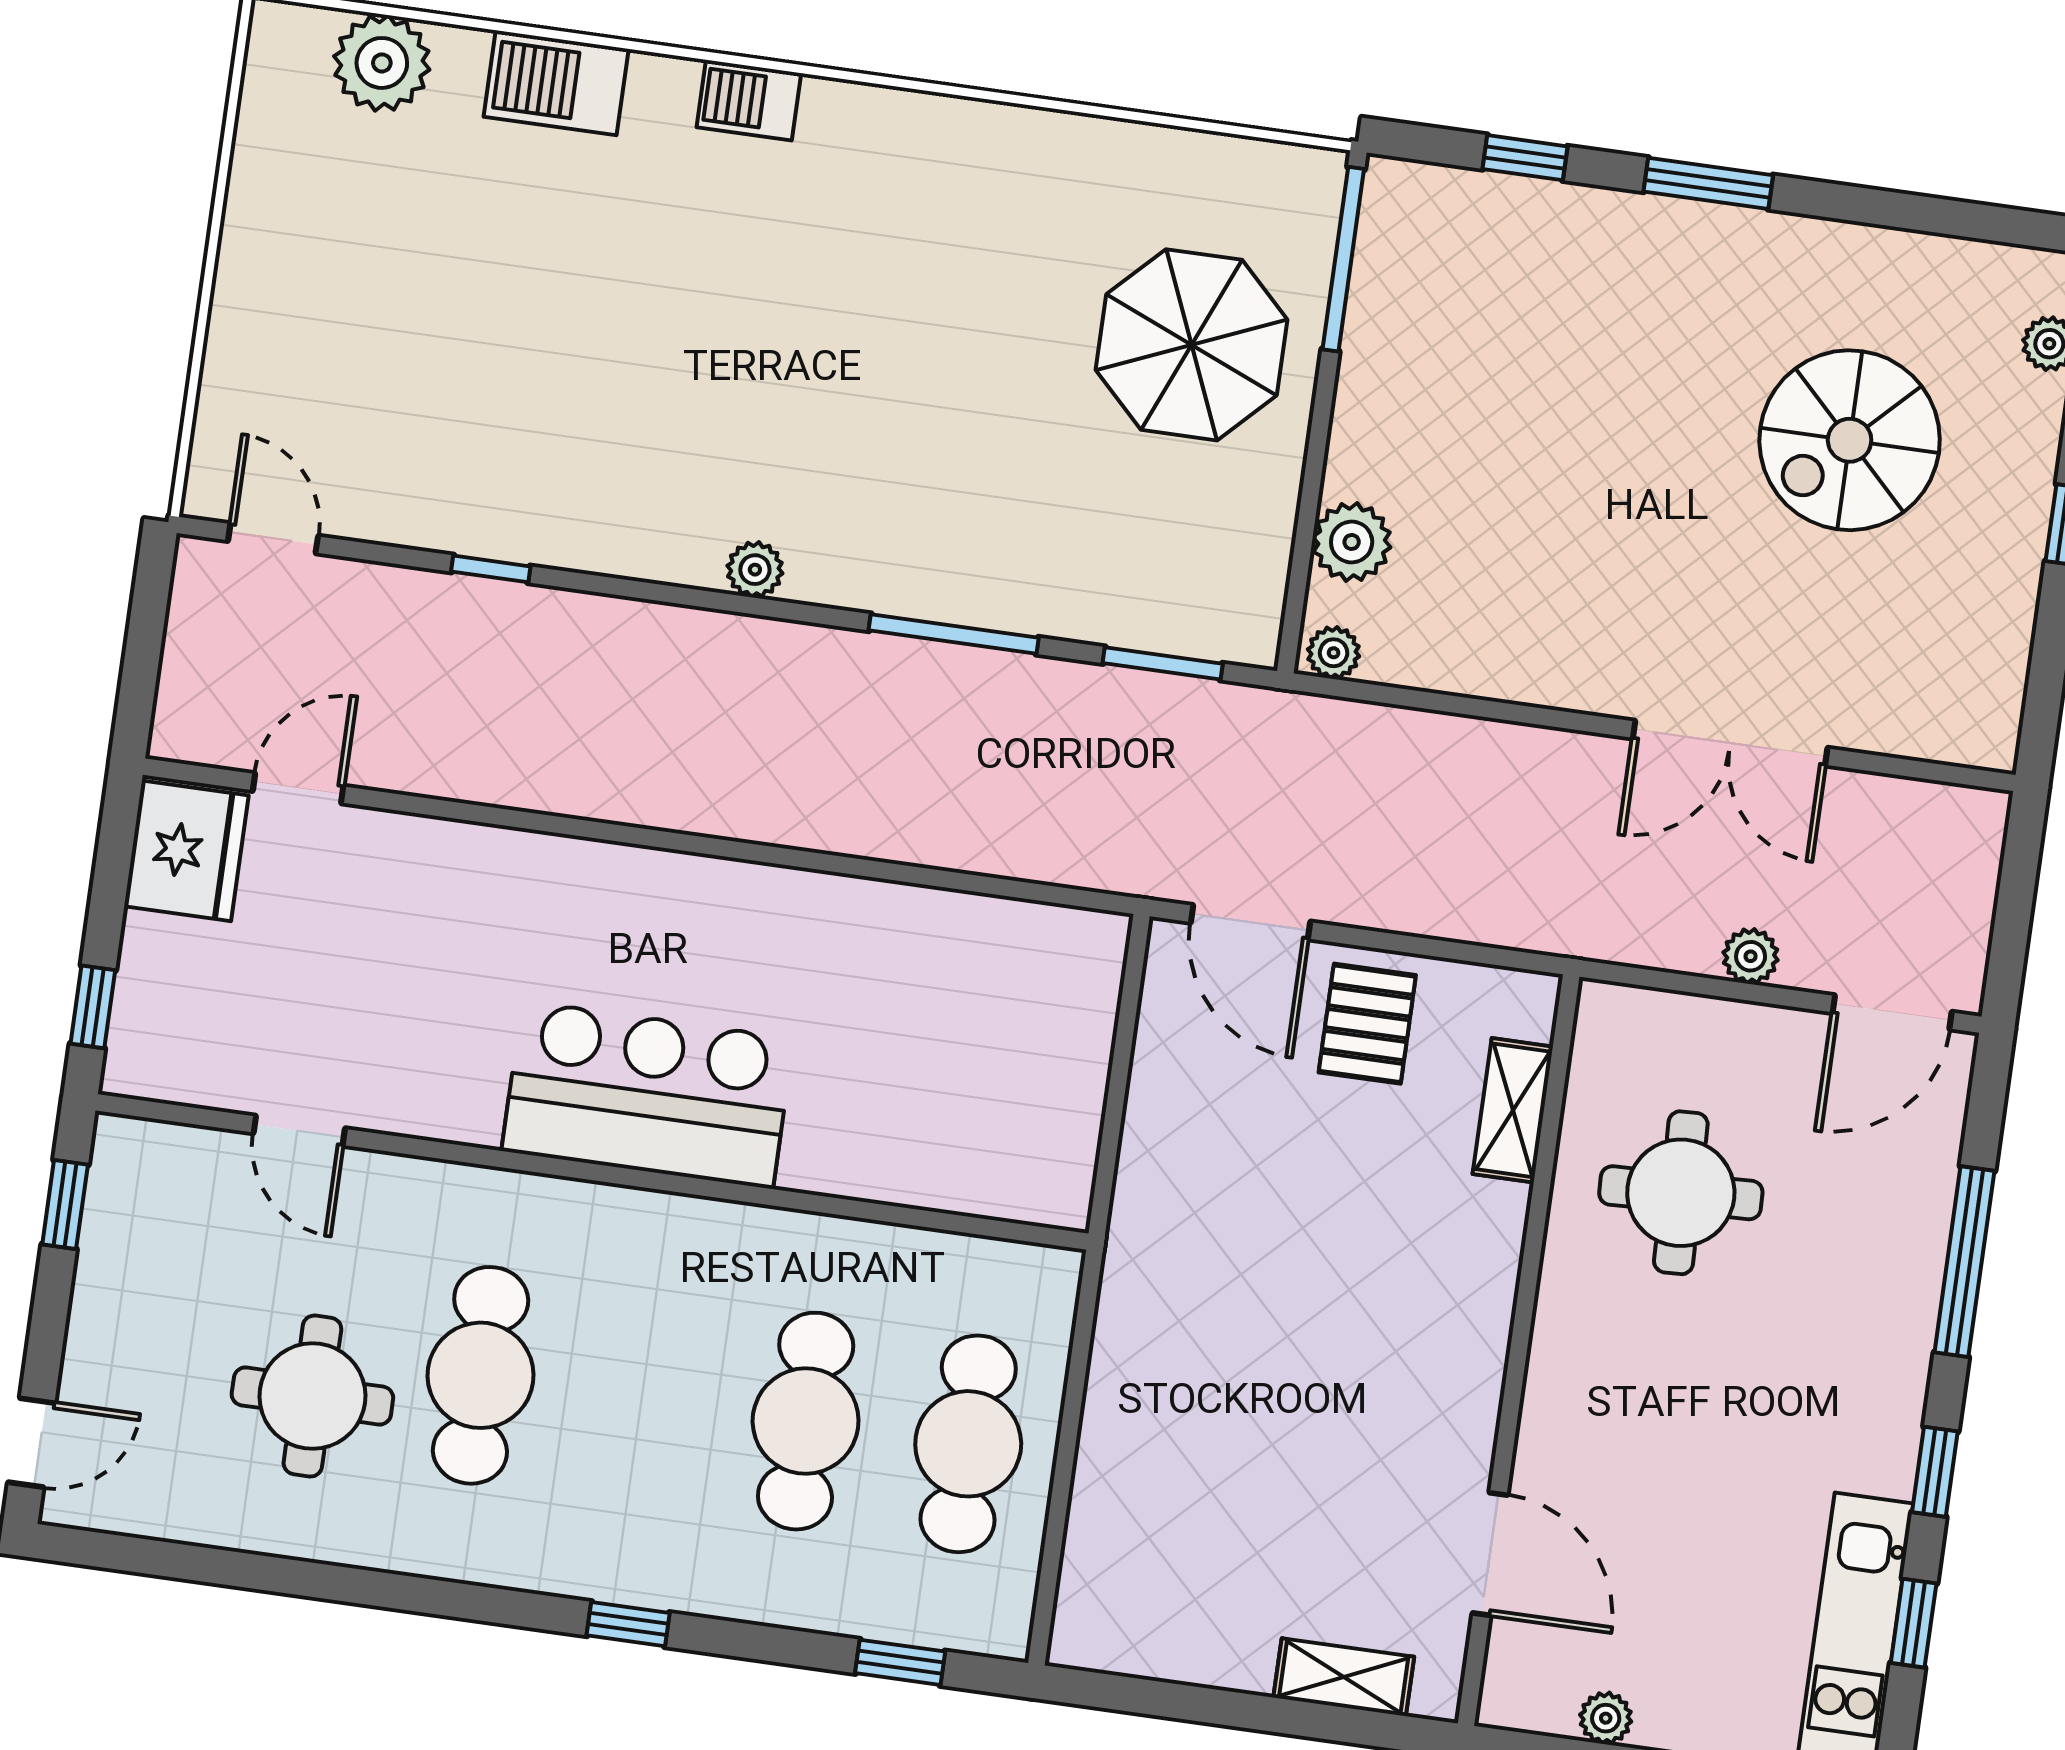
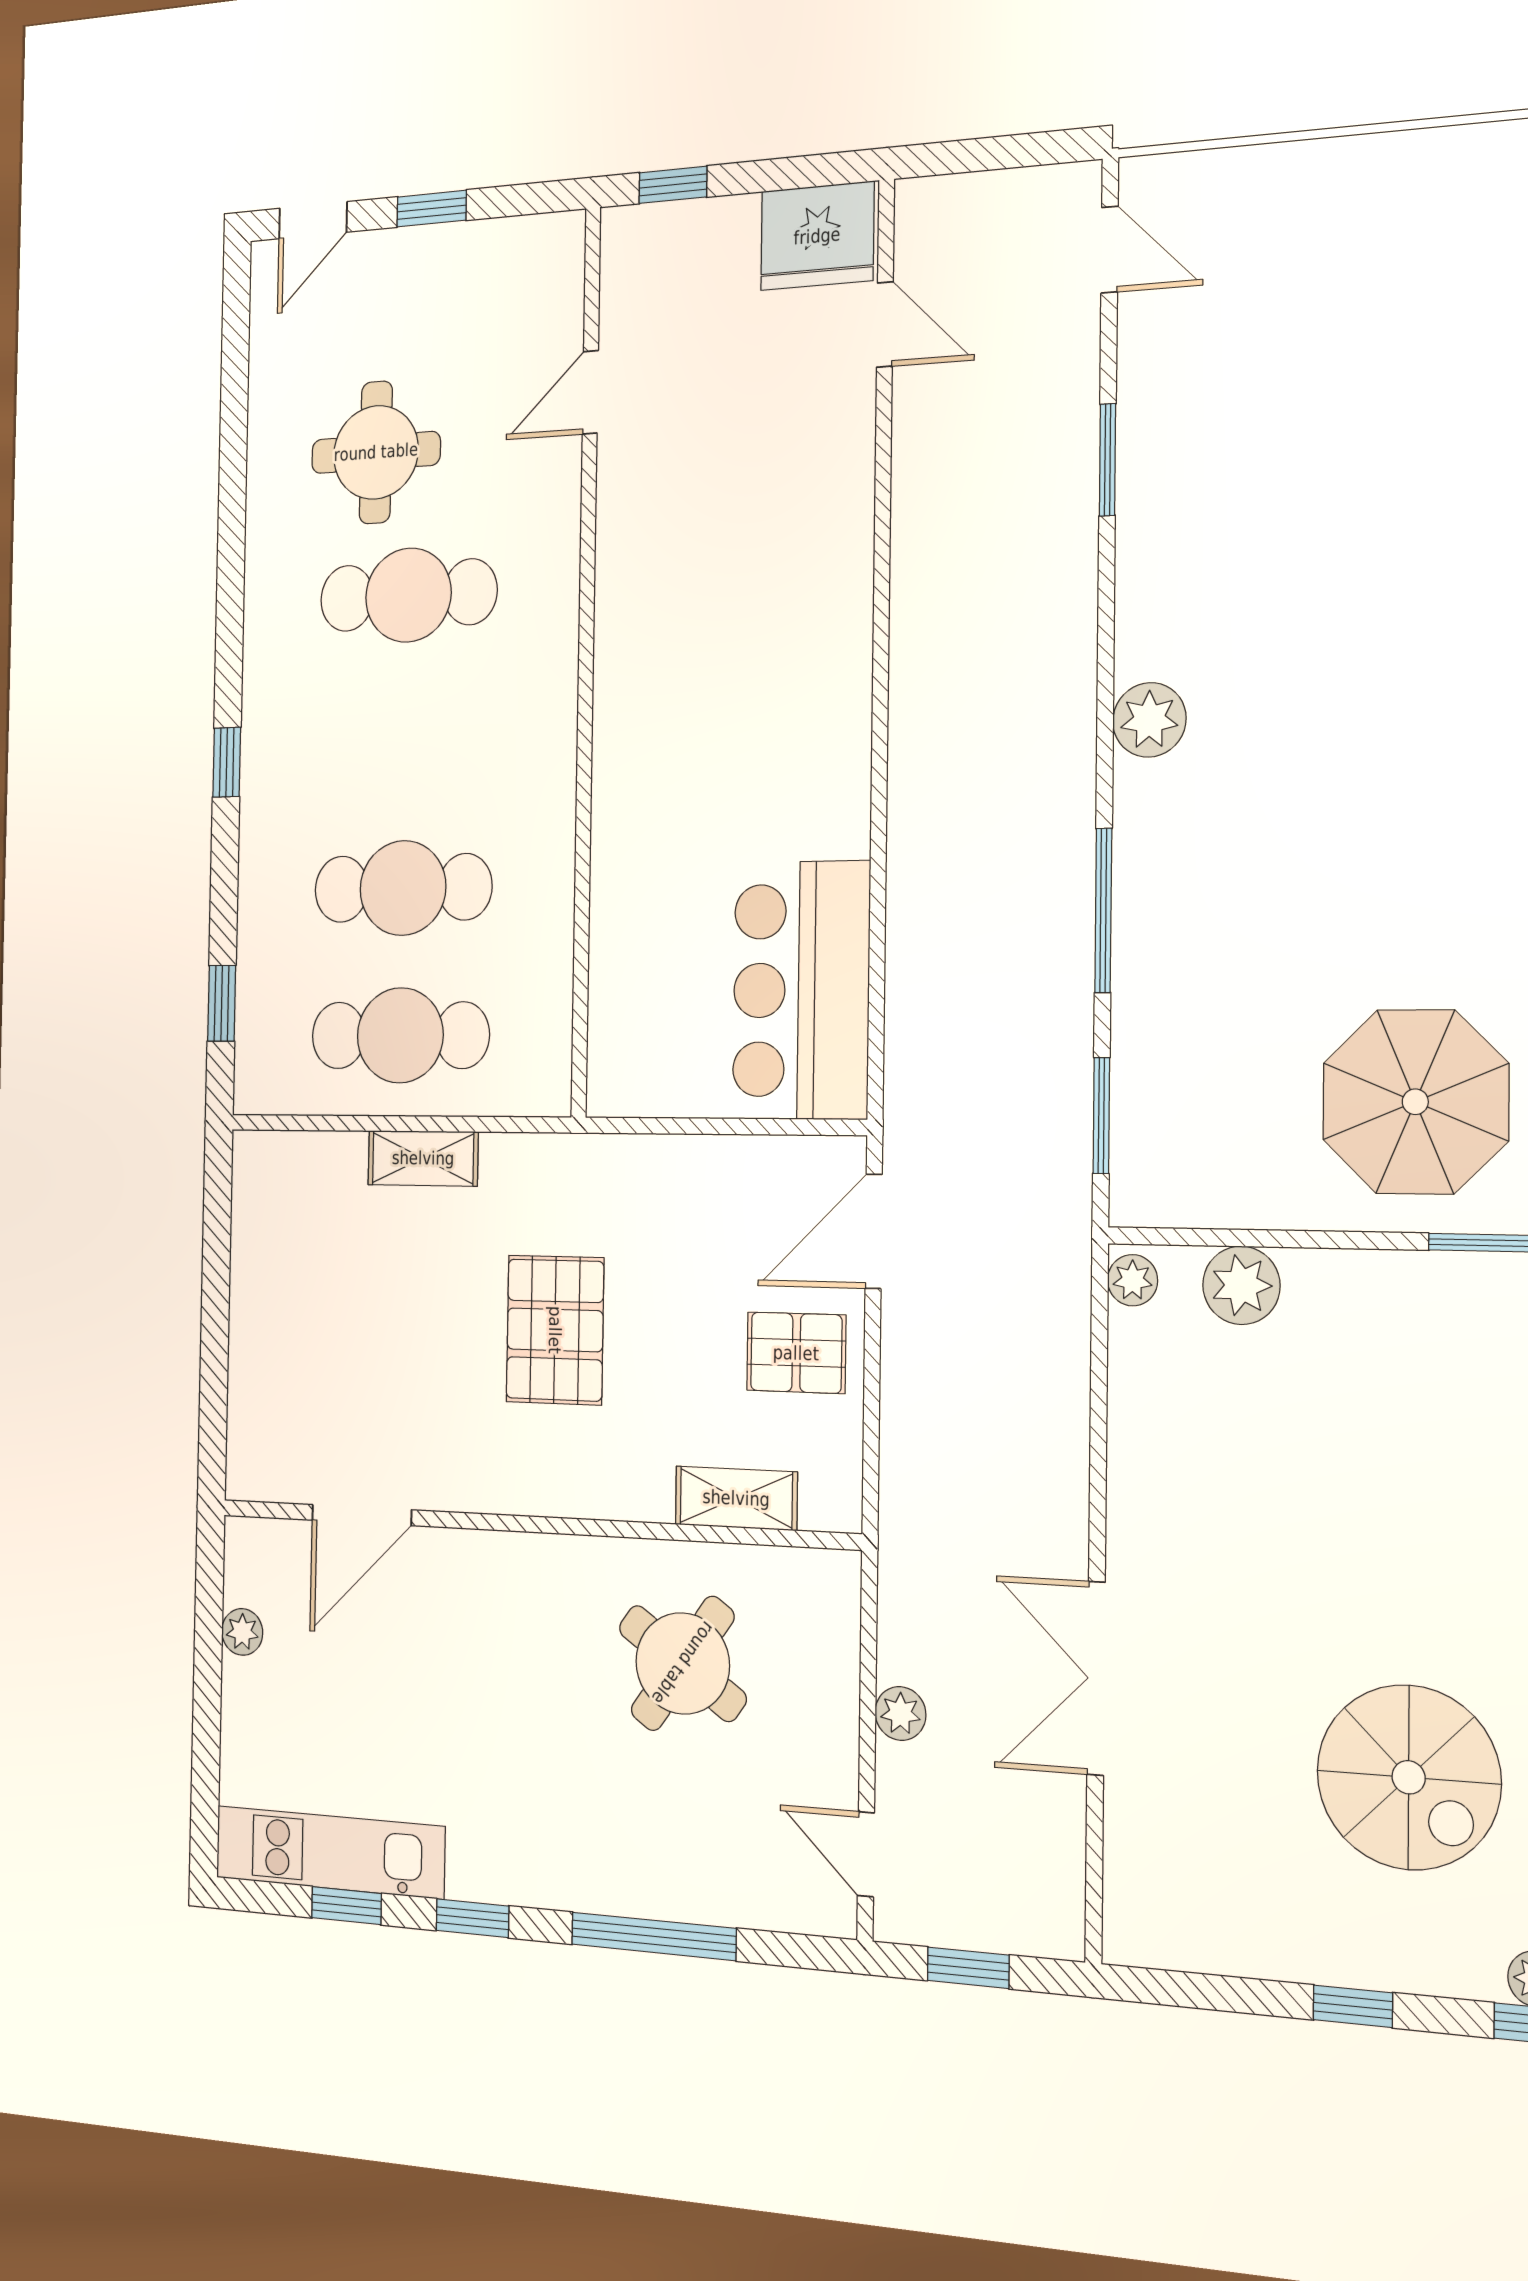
spiral stairs: (1850, 440) -> (1409, 1777), turned 180
door: (273, 538) -> (1110, 250), hinge flipped
window: (491, 569) -> (1108, 460), width x1.50
plant: (755, 570) -> (1149, 720), width x1.38, depth x1.38
window: (2013, 916) -> (968, 1968), added
door: (1892, 1012) -> (866, 1854), width x0.73
bar counter: (648, 1095) -> (801, 990), moved, turned 180
round table: (1681, 1193) -> (683, 1663), turned 37
window: (65, 1205) -> (432, 209), moved
pallet: (1313, 1297) -> (555, 1330), added
door: (32, 1443) -> (313, 220), hinge flipped
shelving: (1344, 1677) -> (423, 1158), moved, turned 90

